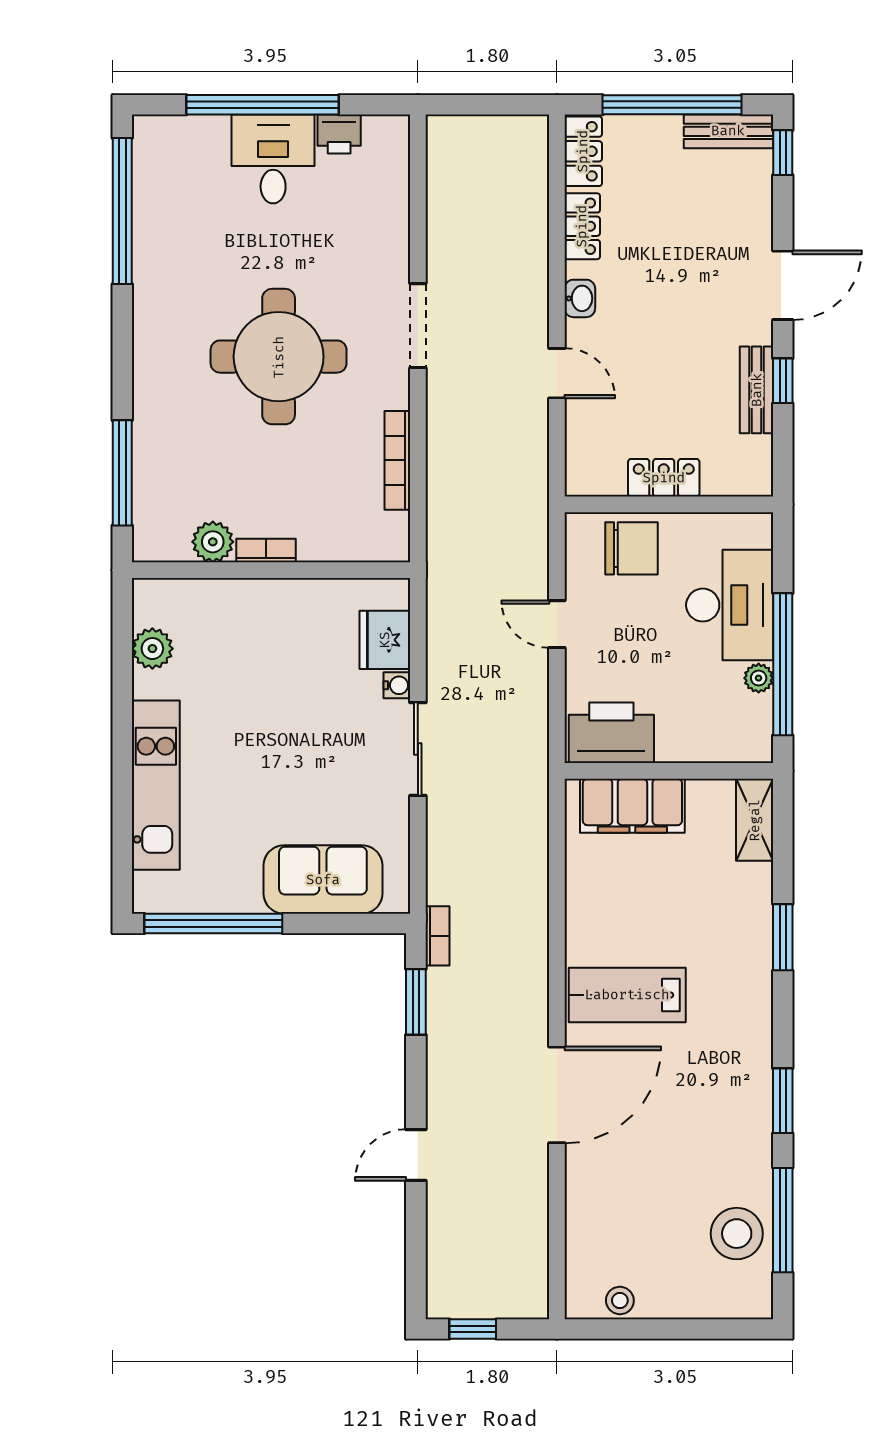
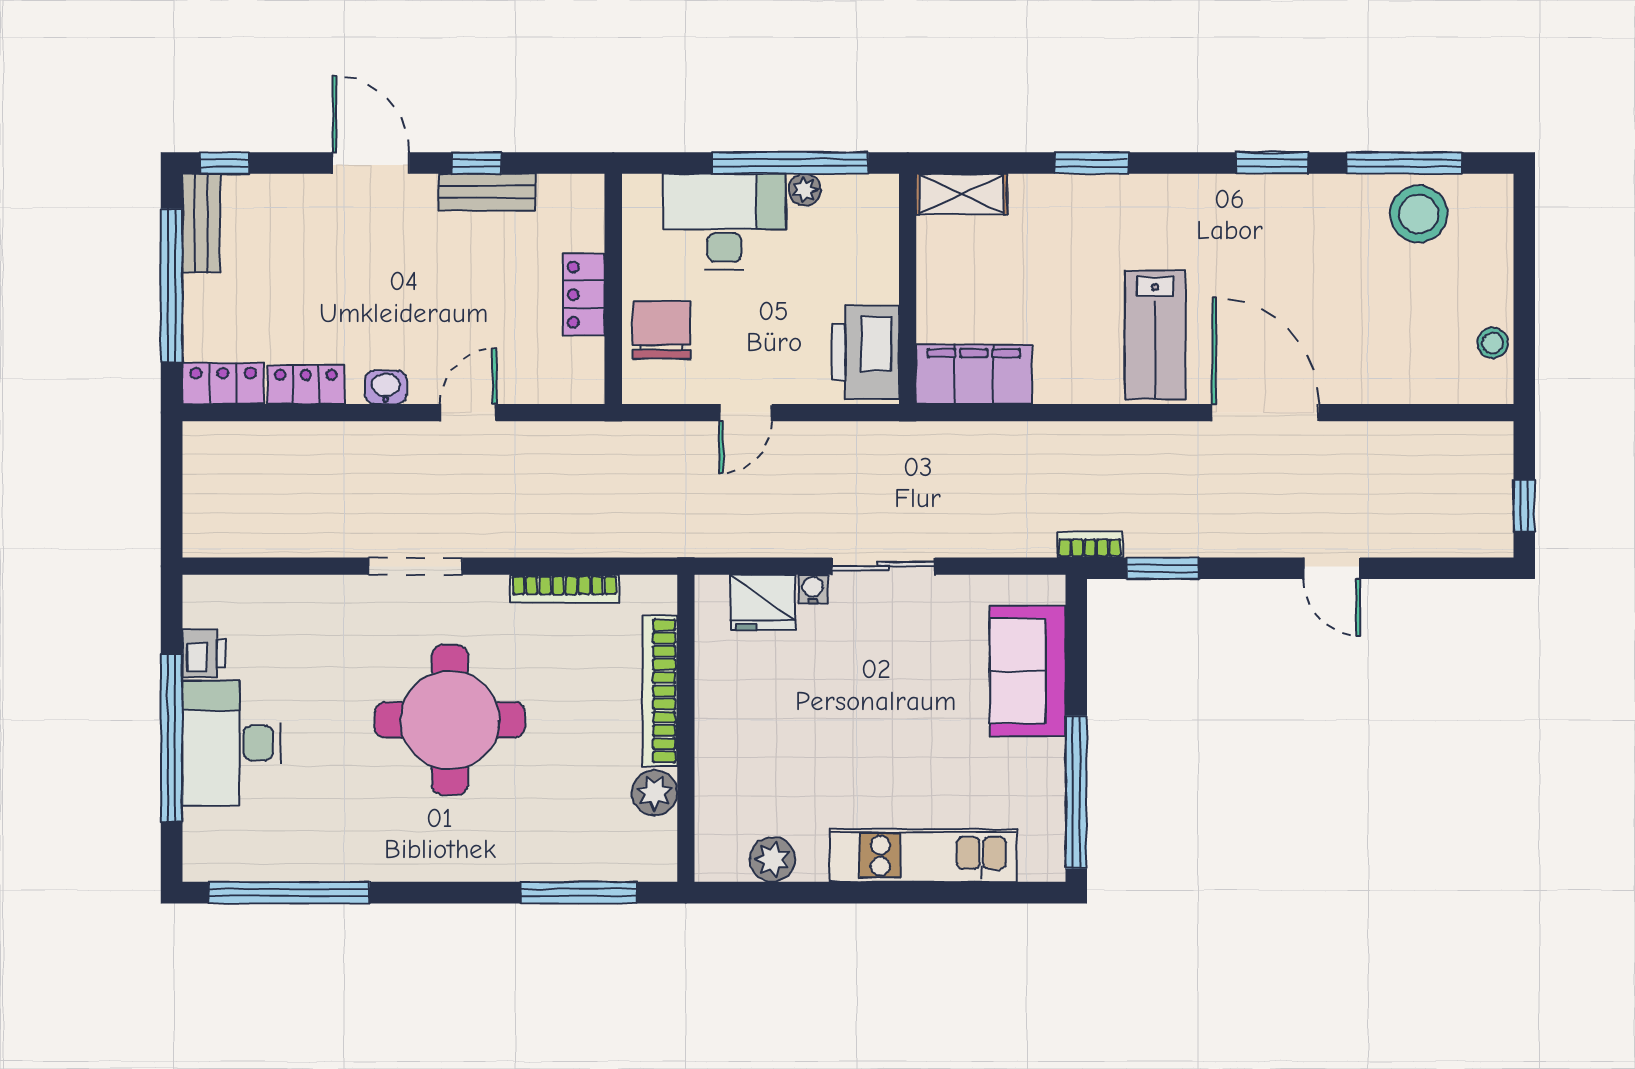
desk: (273, 159) -> (232, 743), width x1.37
bookcase: (266, 551) -> (660, 691), width x2.31, depth x1.31
filing cabinet: (632, 806) -> (974, 374), moved, turned -90

